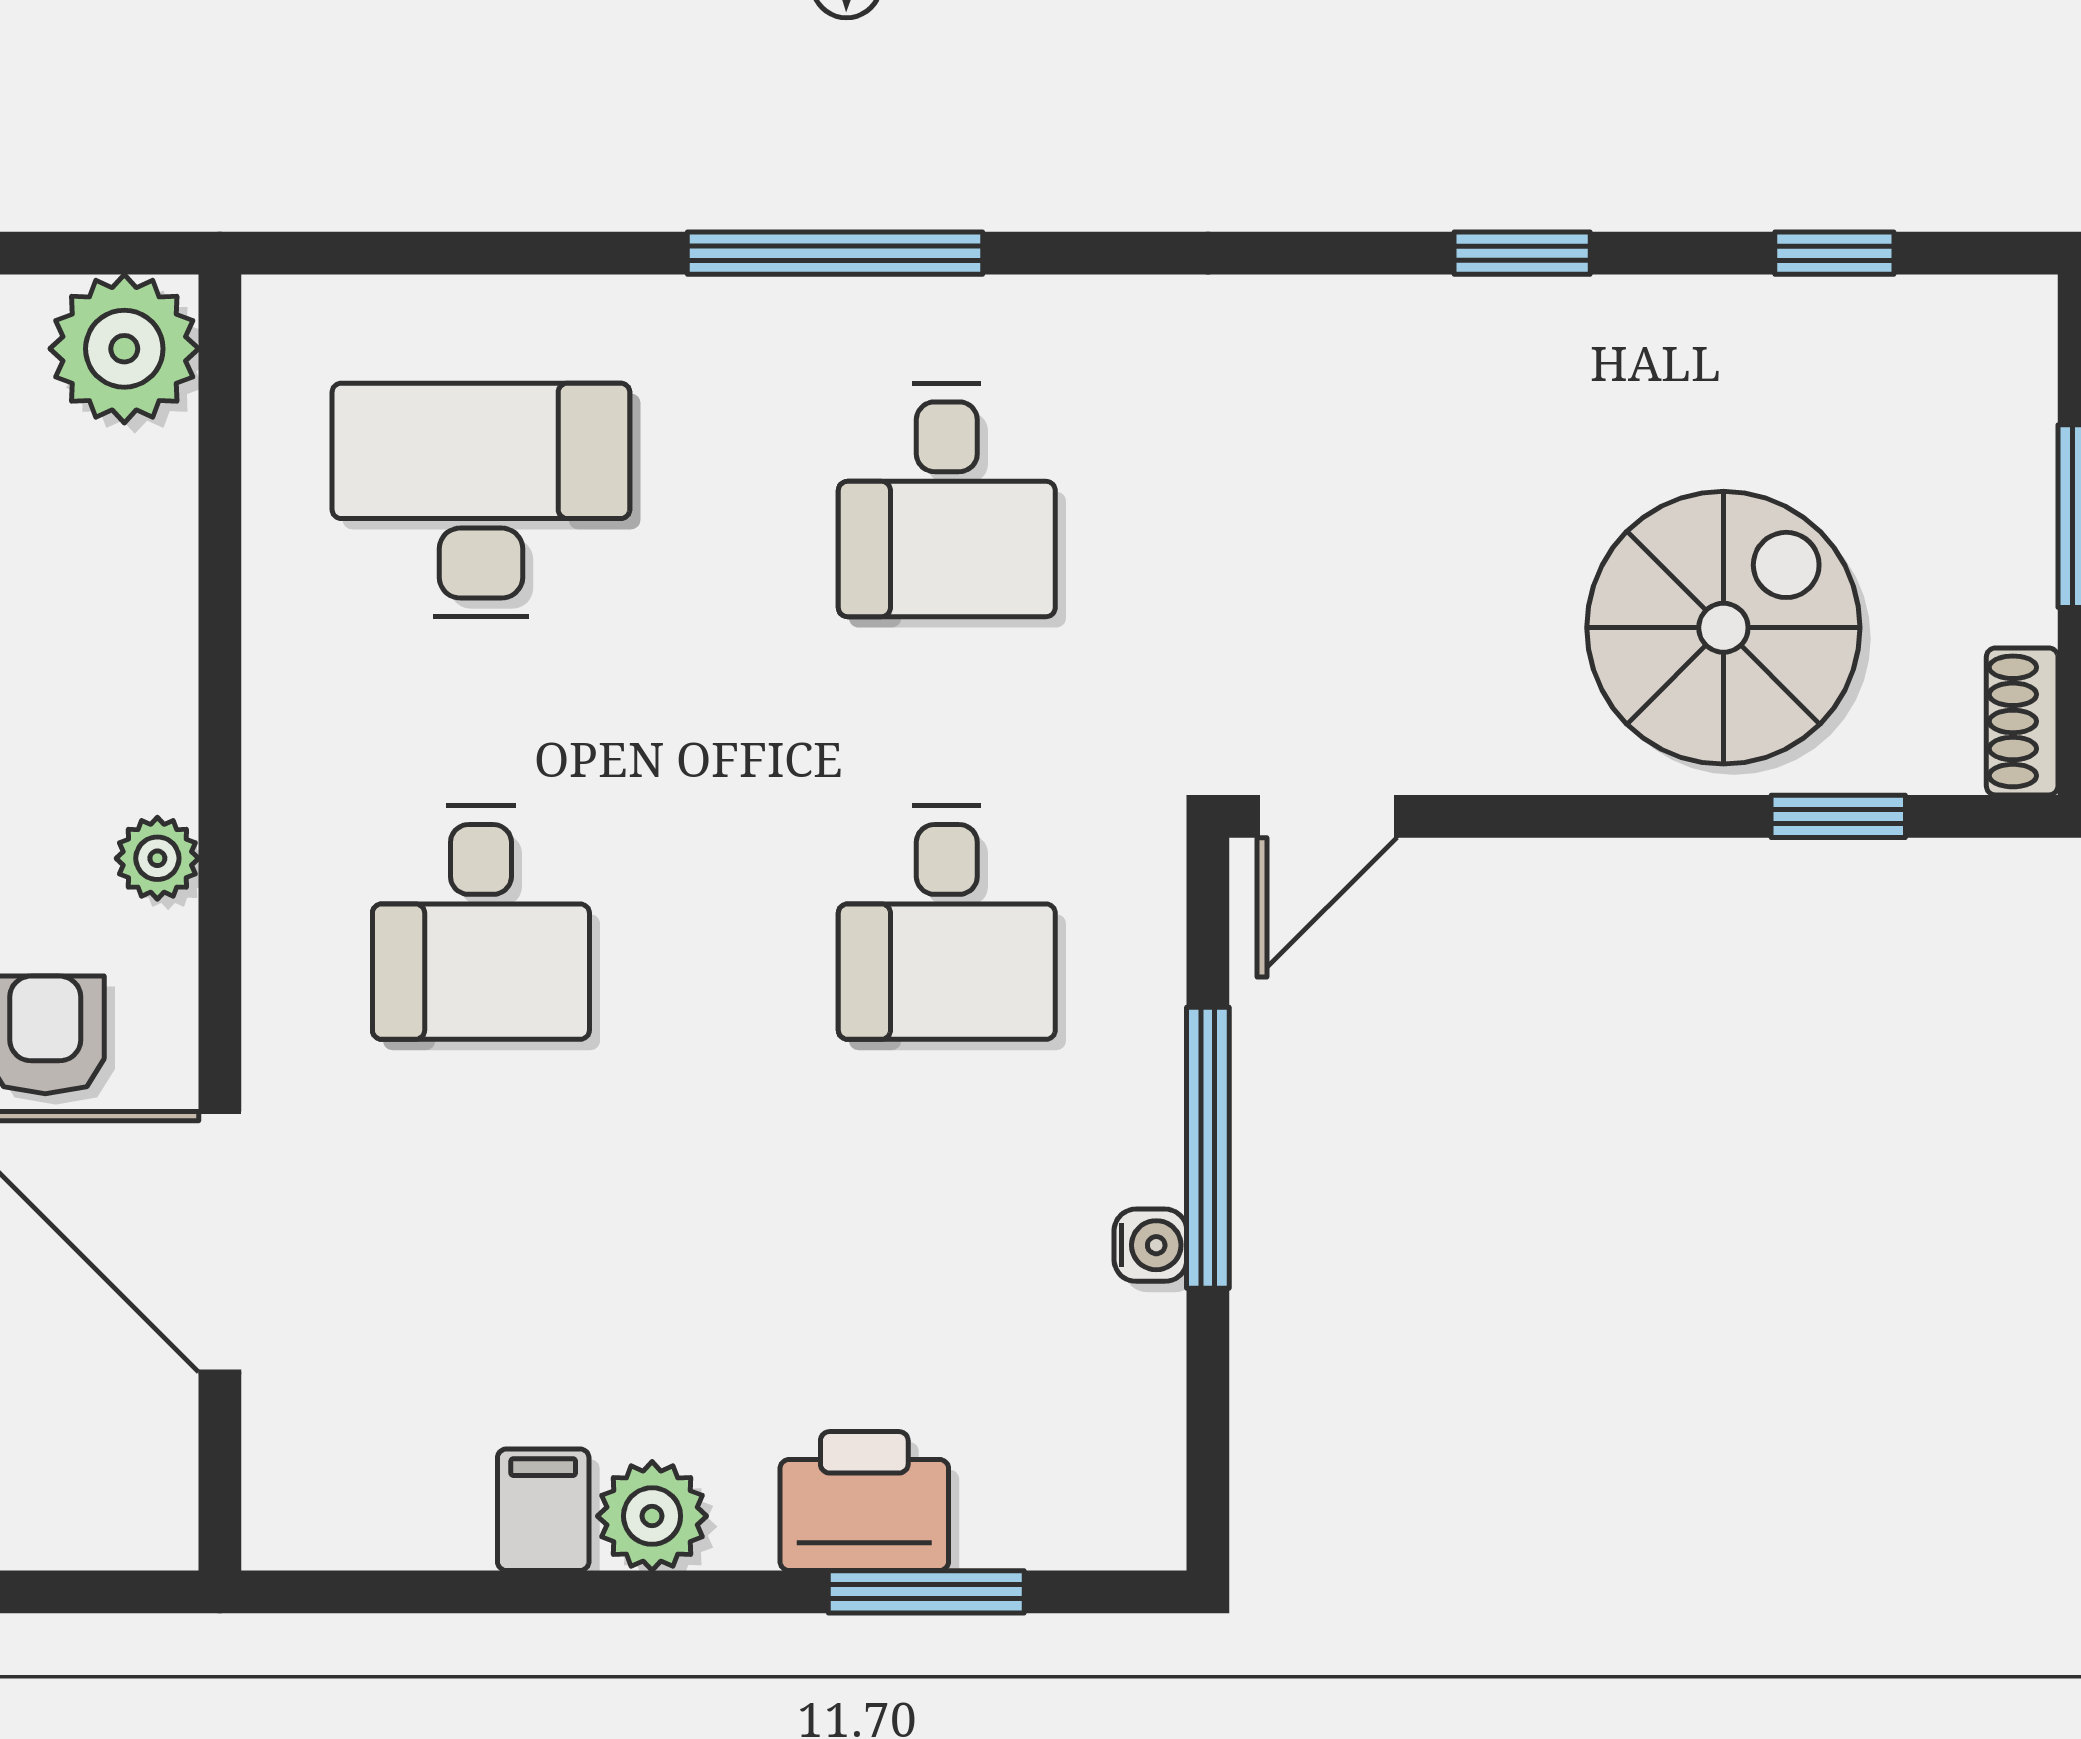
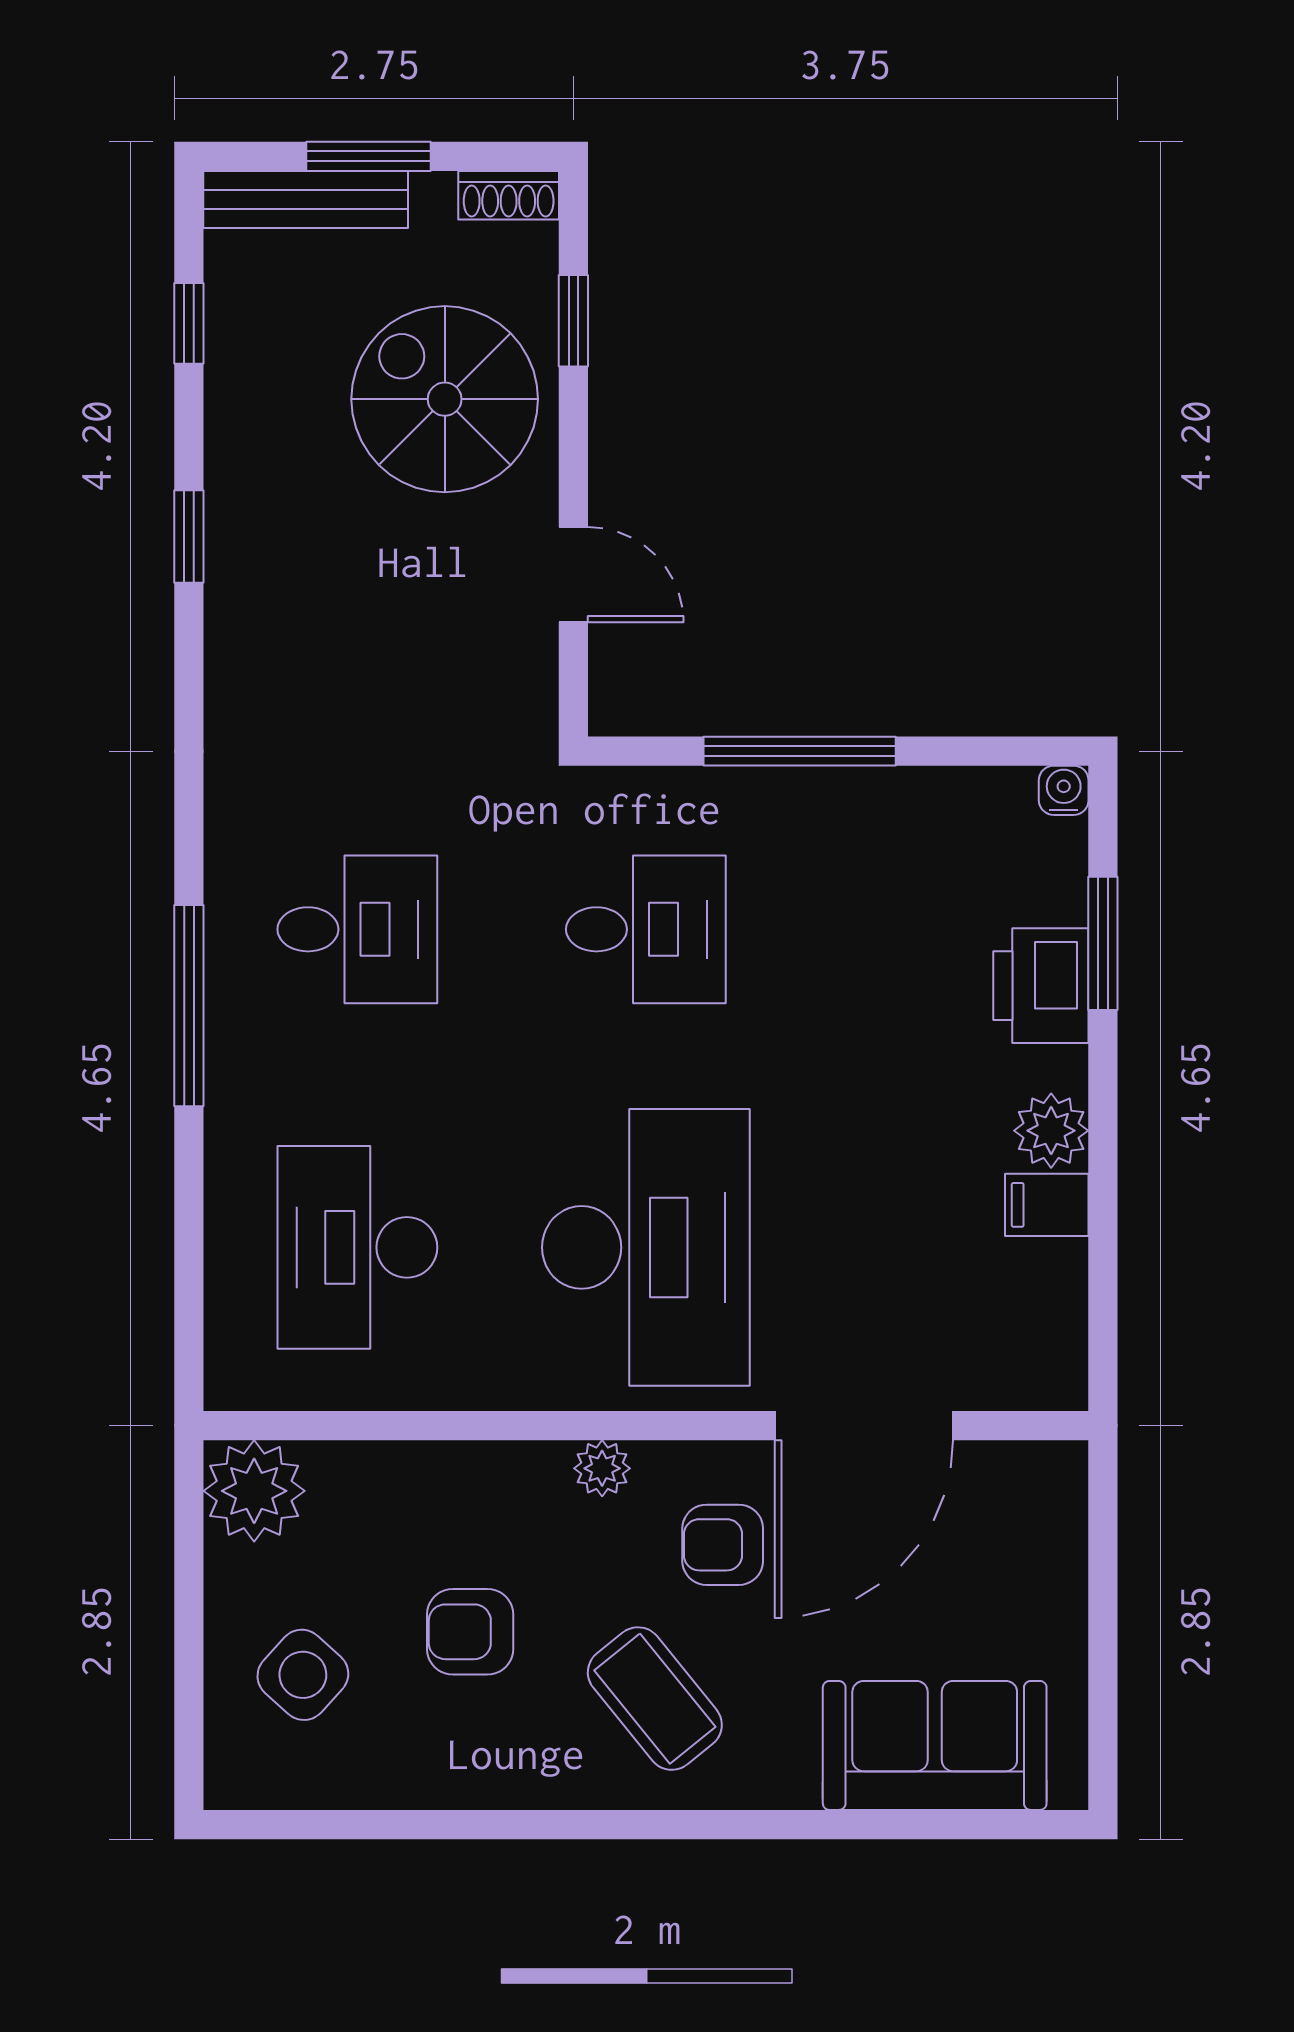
bench: (2016, 424) -> (306, 199), added
door: (1327, 816) -> (573, 575), moved
desk: (481, 923) -> (646, 1247), width x1.87, depth x1.30
water cooler: (1150, 1245) -> (1064, 790), moved

